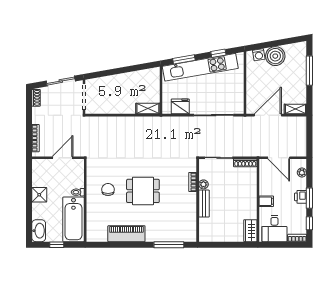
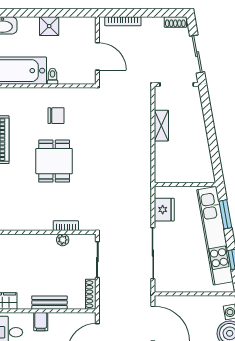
shelving: (148, 109) -> (161, 126), moved
bench: (204, 204) -> (49, 303), moved

